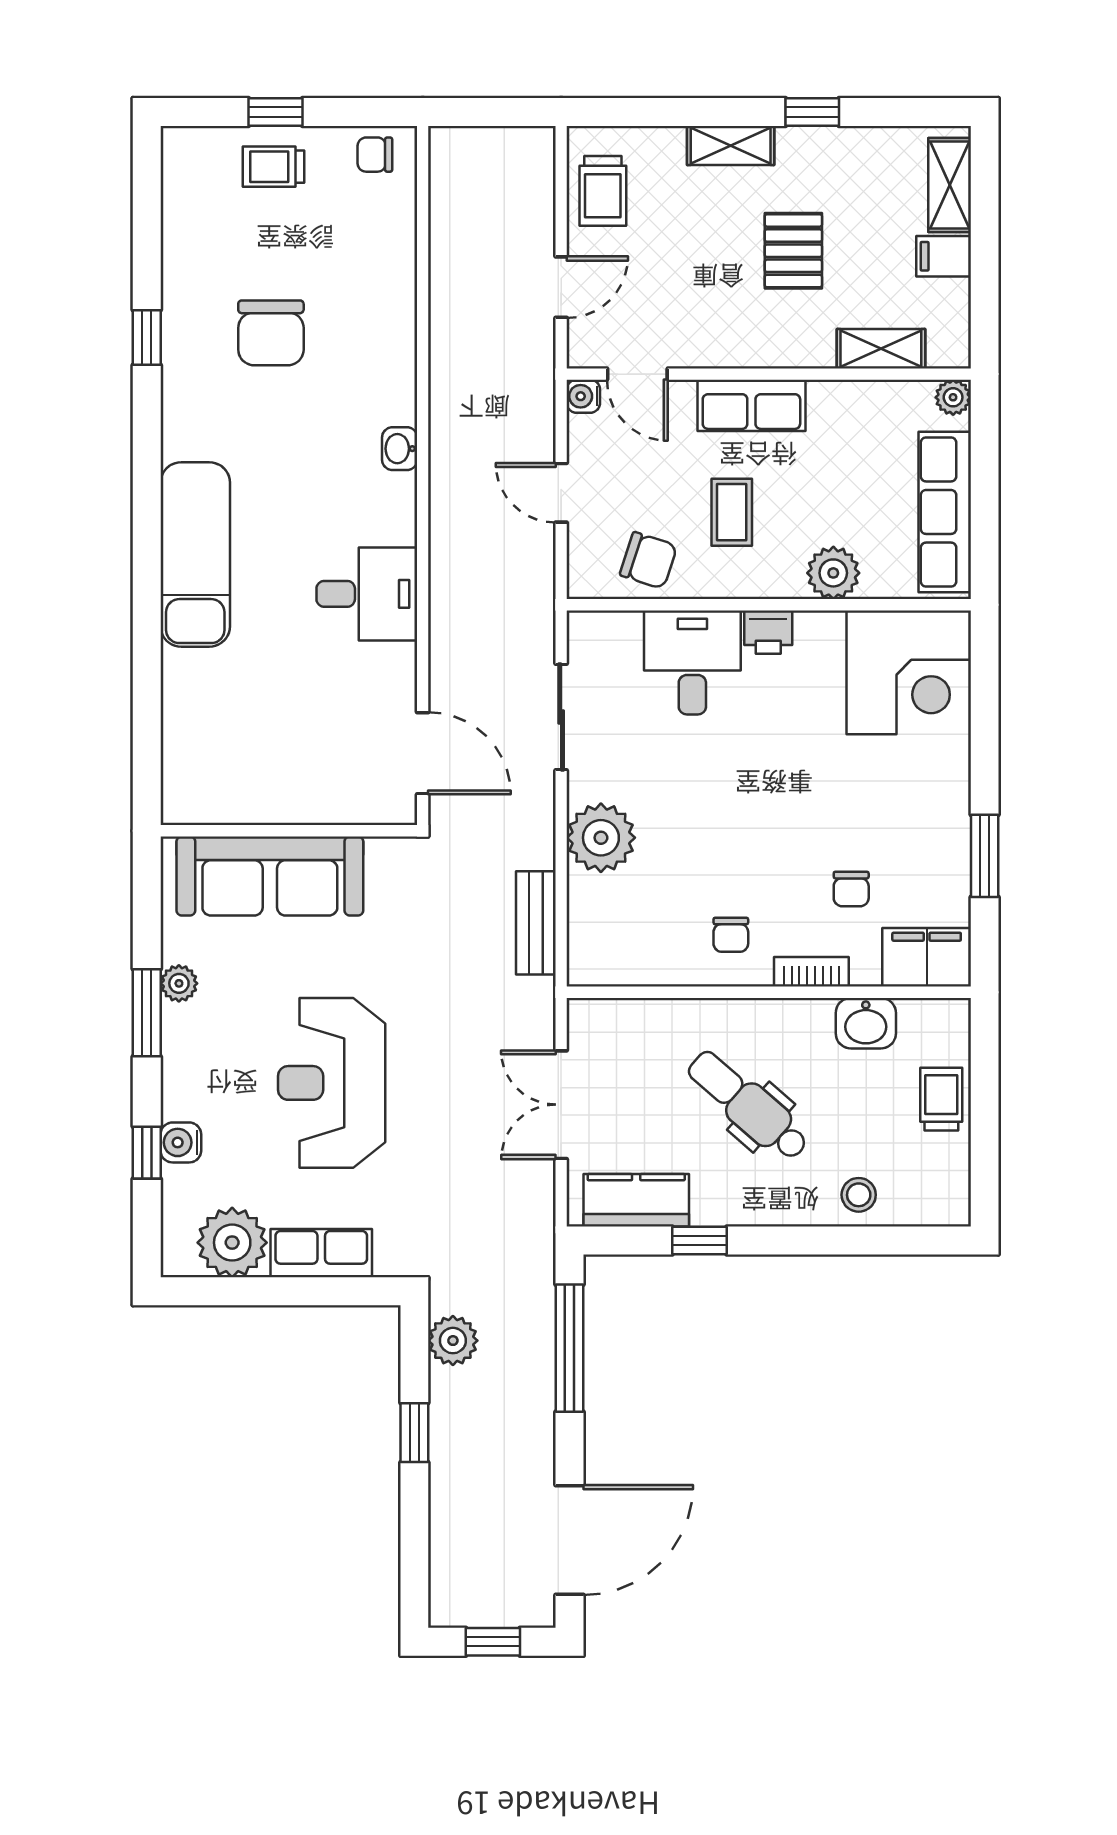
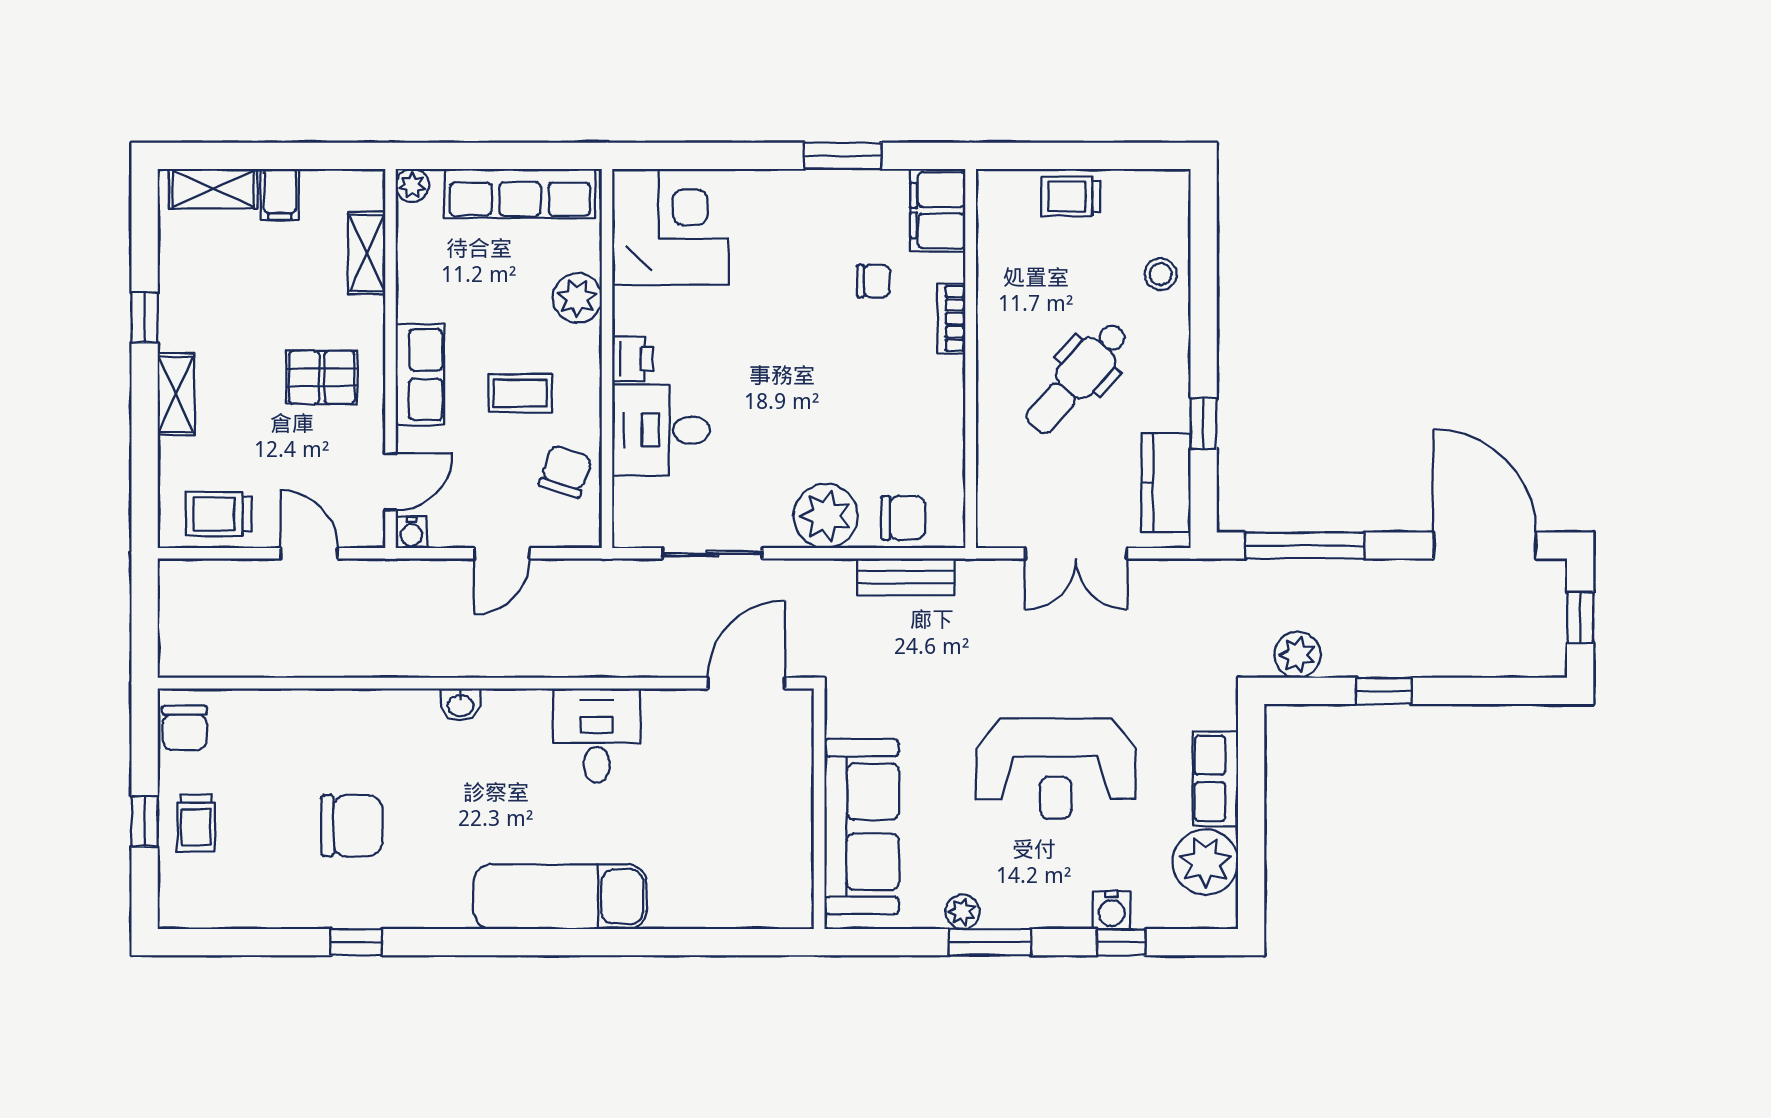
chair: (375, 155) -> (185, 728), width x1.37, depth x1.37
trolley: (603, 191) -> (219, 514), turned 180
pallet: (793, 251) -> (322, 377), moved
chair: (731, 935) -> (903, 518), moved, width x1.37, depth x1.37
washbasin: (866, 1023) -> (1000, 267), removed

